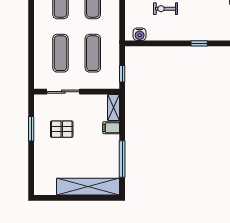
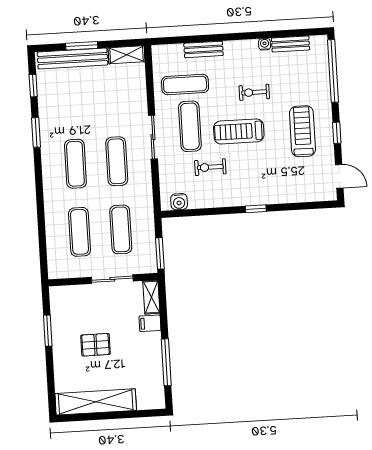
window: (122, 74) -> (160, 253), width x1.50
sliding door: (63, 92) -> (112, 279), moved
pallet: (62, 129) -> (95, 345), moved
shelving: (88, 187) -> (96, 402), moved

